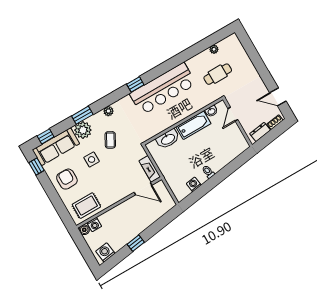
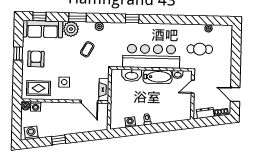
bar counter: (163, 89) -> (151, 56), moved, turned 180
side table: (92, 159) -> (64, 82), moved
window: (36, 167) -> (18, 54), moved

